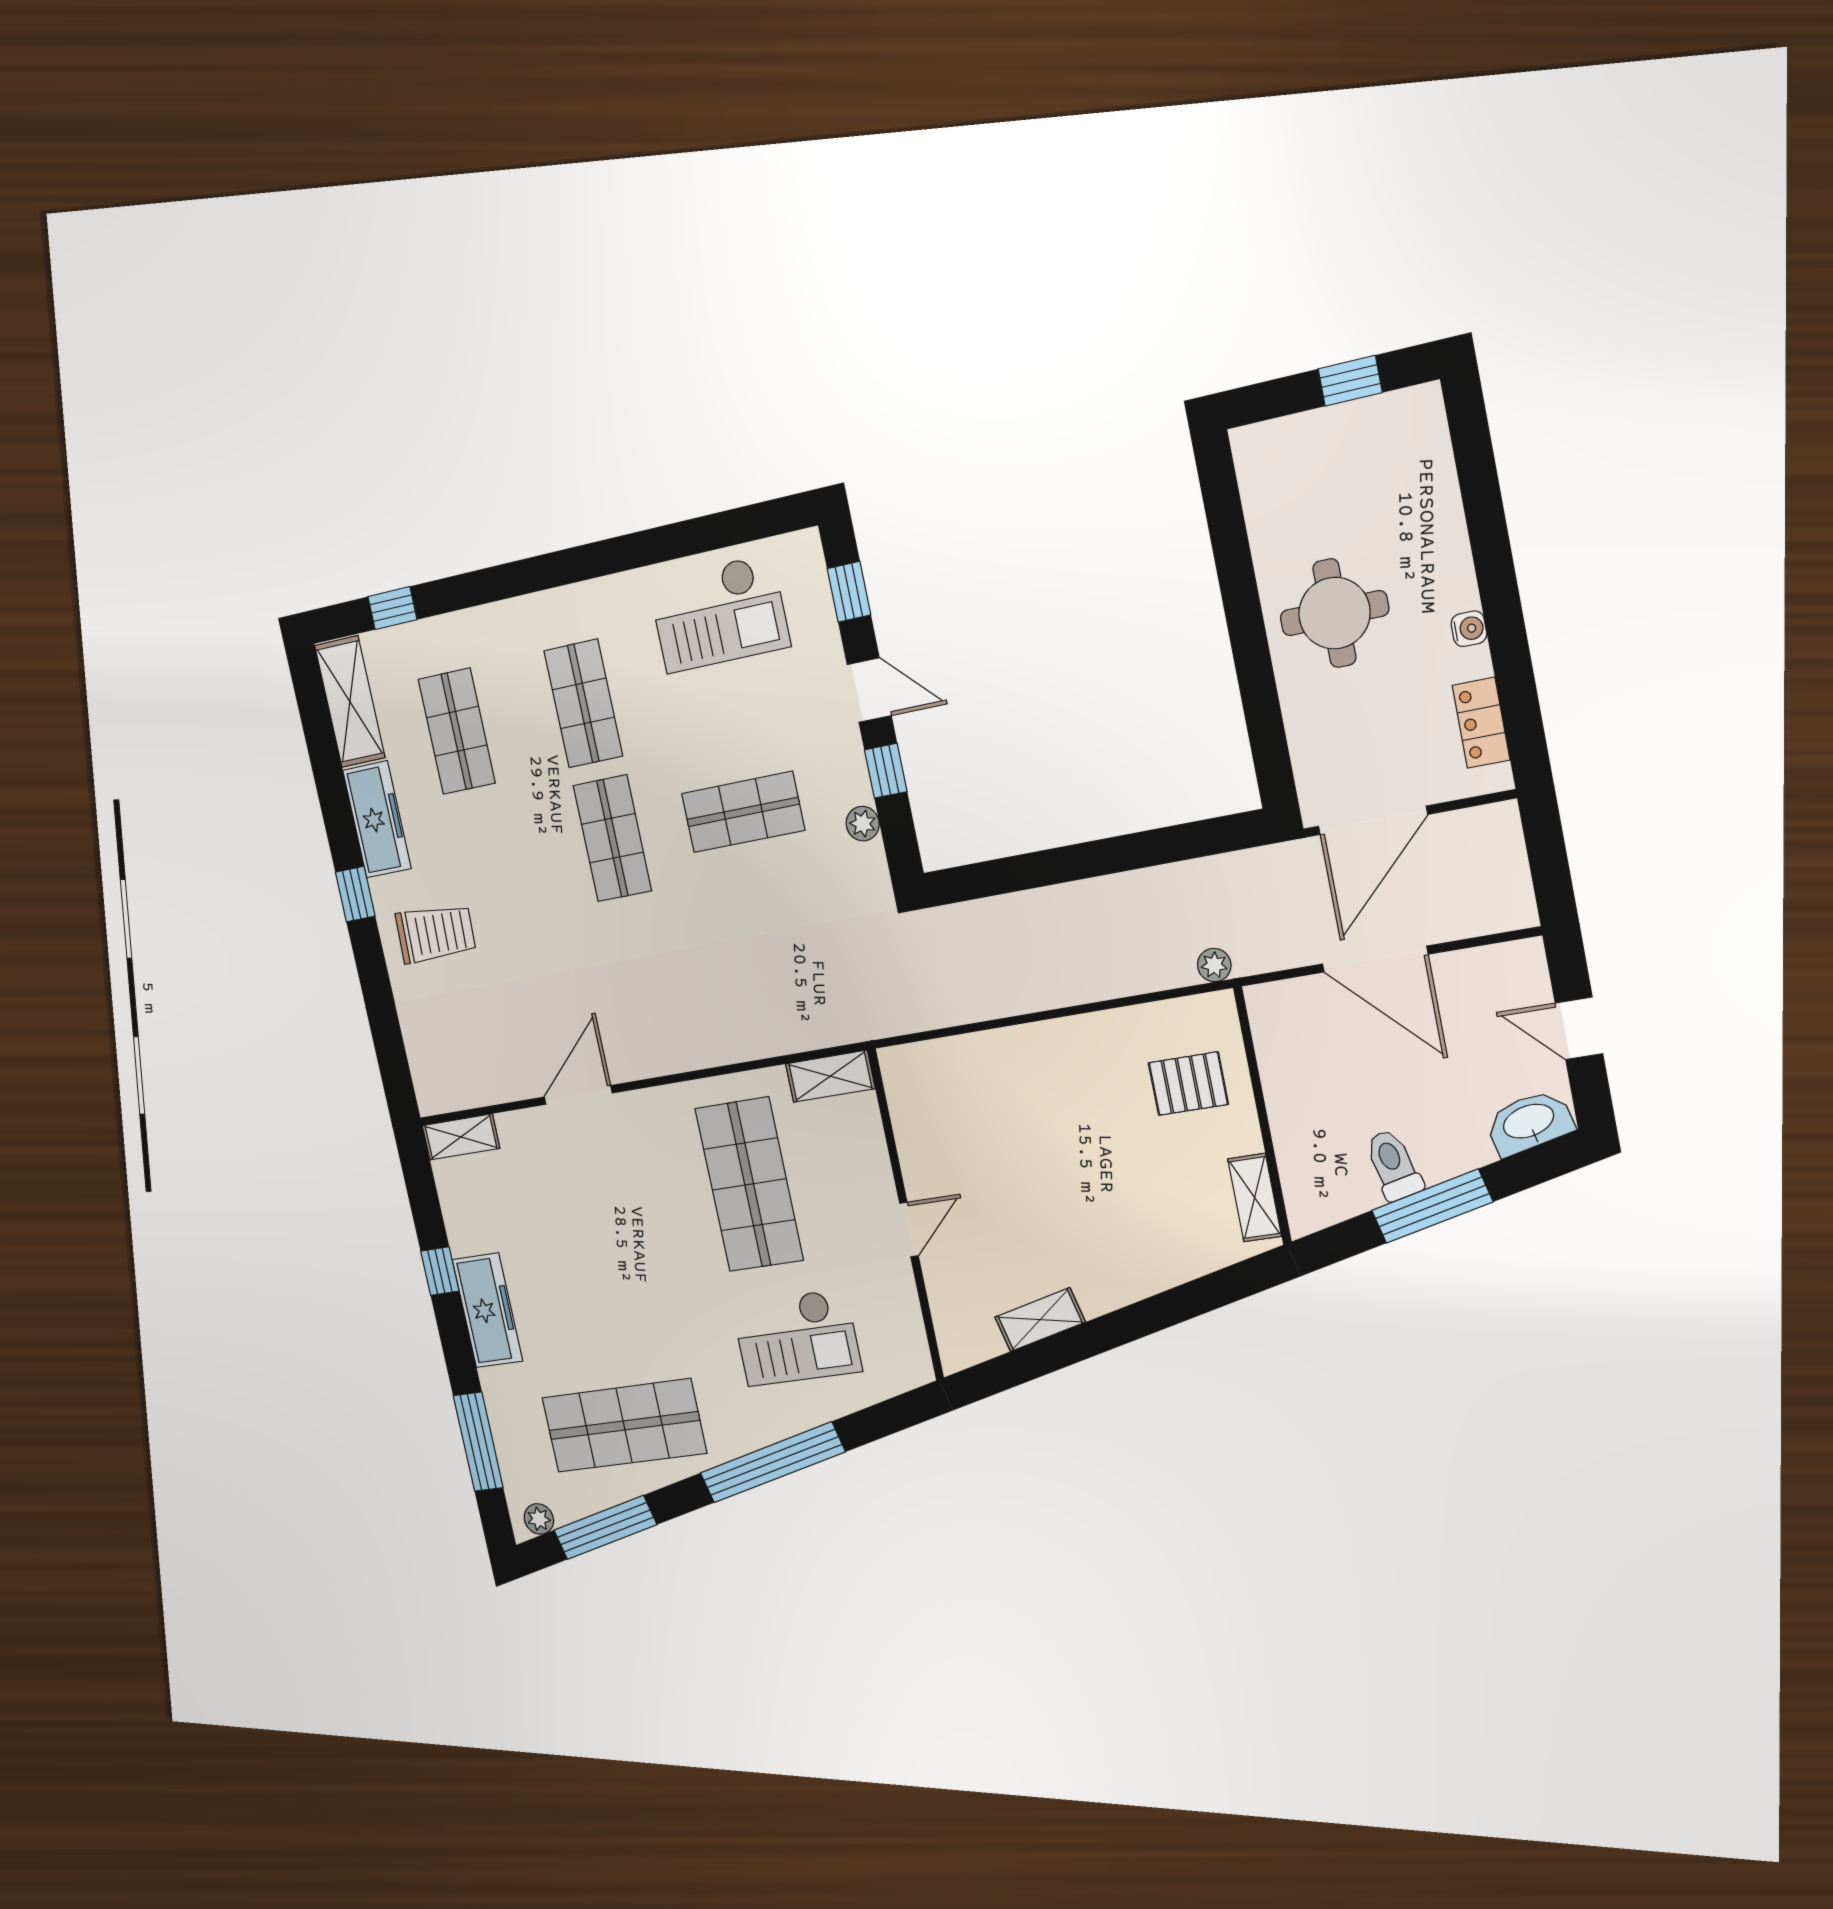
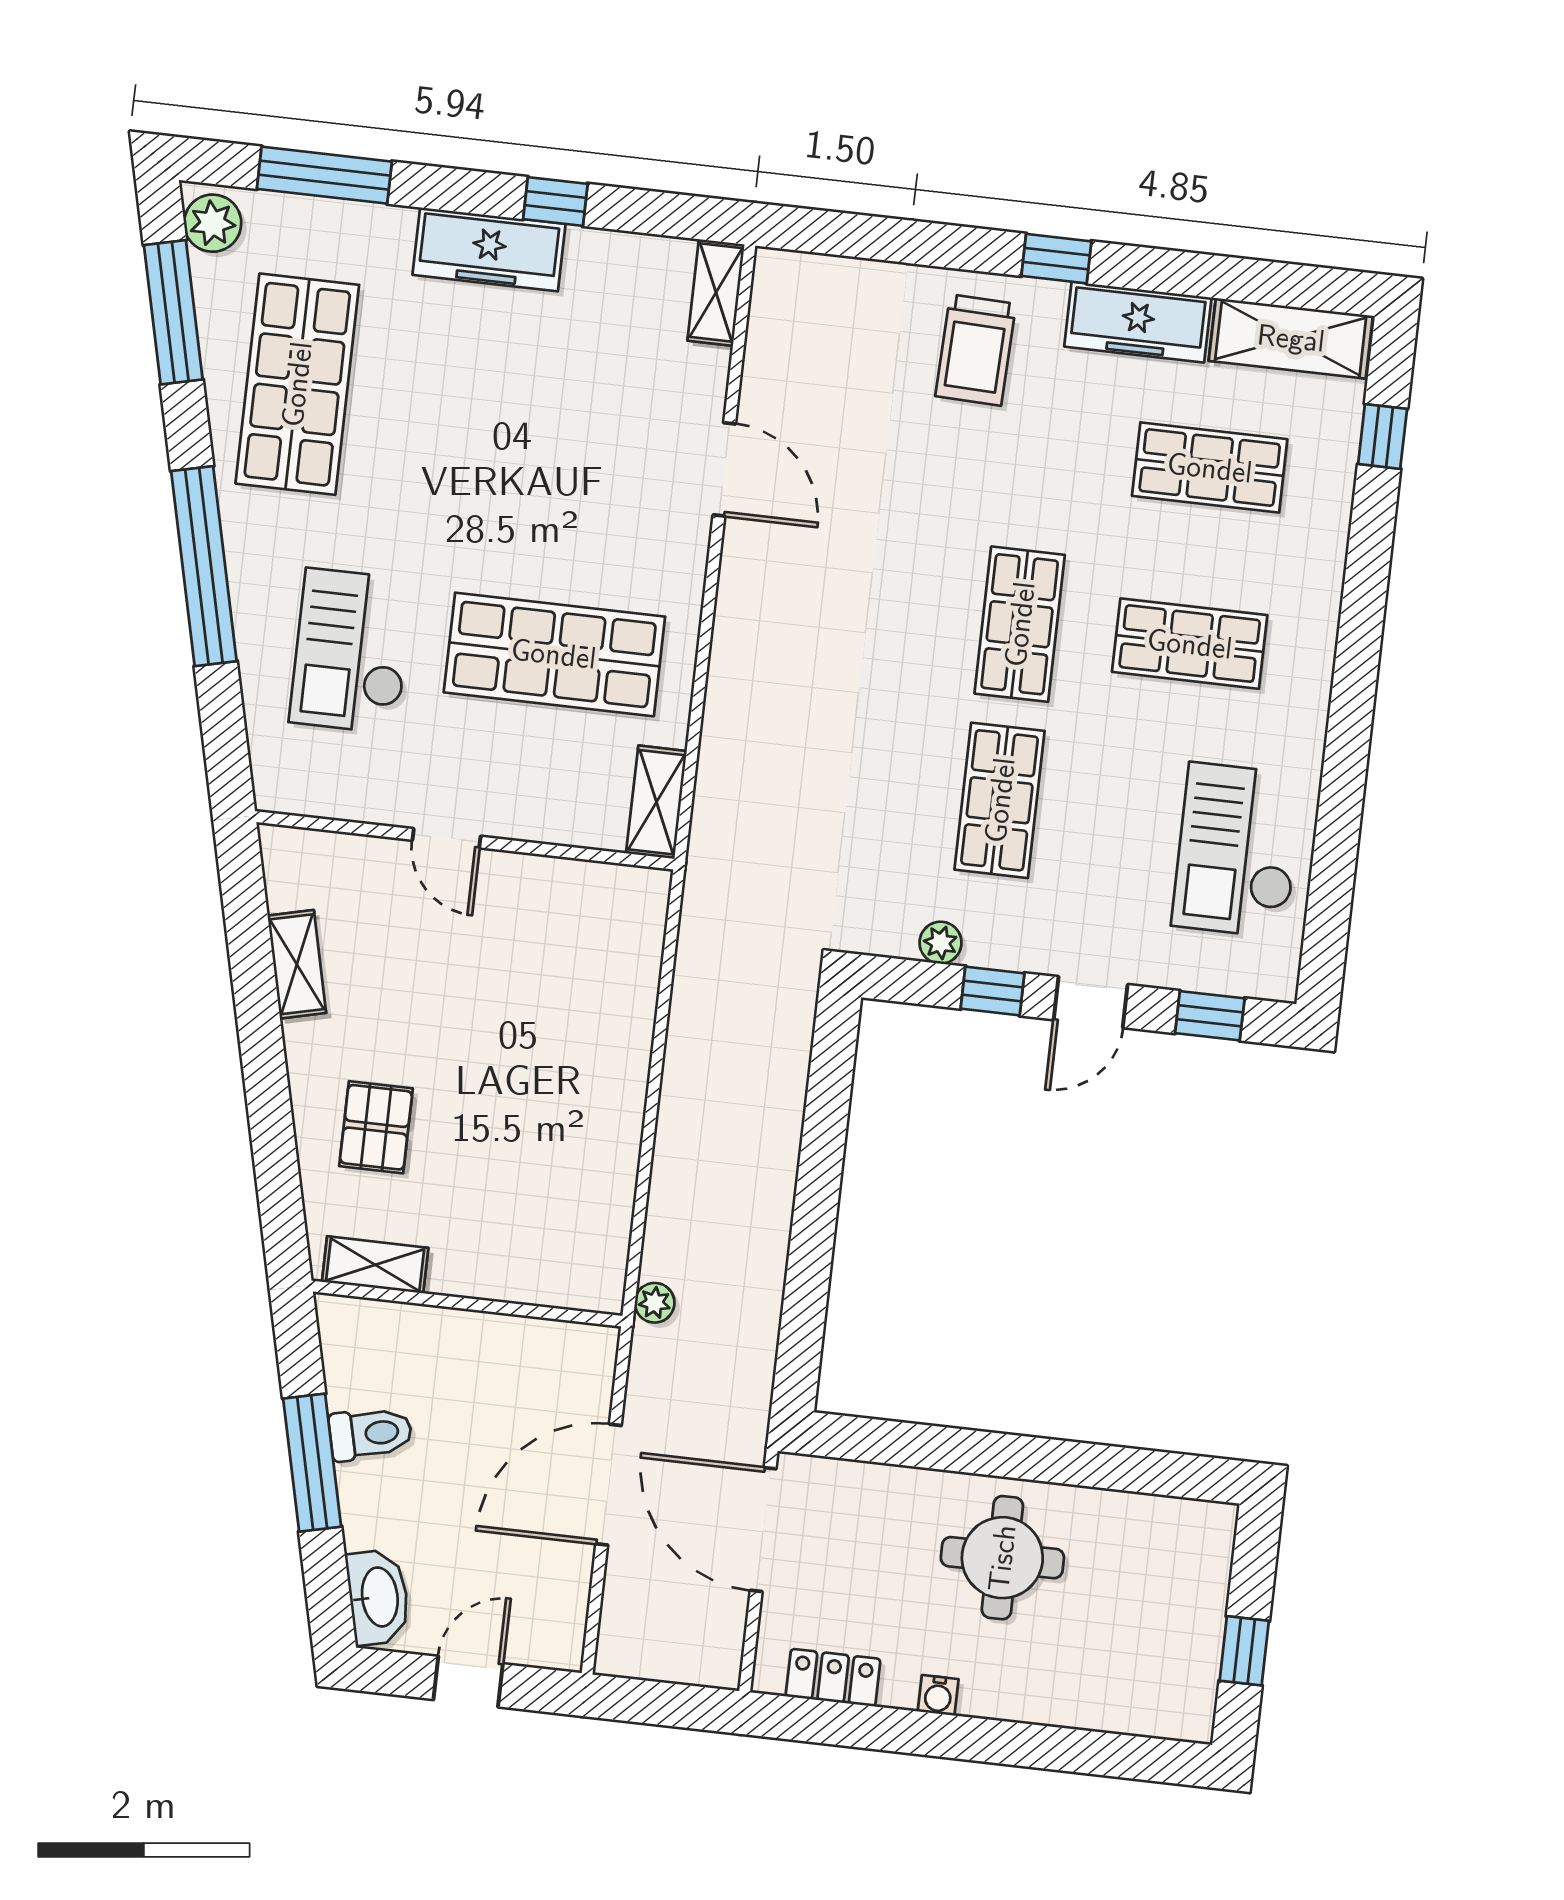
shop shelf: (612, 838) -> (1020, 624), turned 90
pallet: (1188, 1084) -> (376, 1127), moved
plant: (539, 1519) -> (213, 223), width x1.38, depth x1.38

